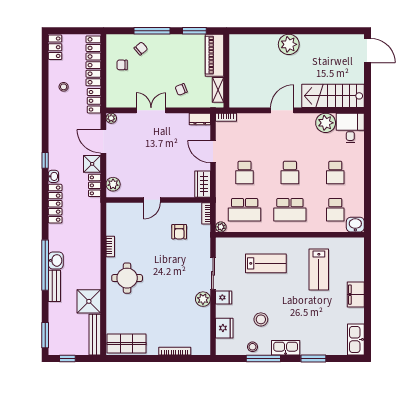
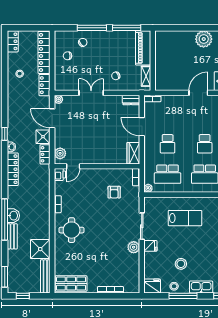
window: (194, 31) -> (127, 28), width x1.44
door: (152, 200) -> (73, 166), moved
printer: (113, 210) -> (60, 174), added
fridge: (224, 328) -> (152, 286), moved, turned -90

